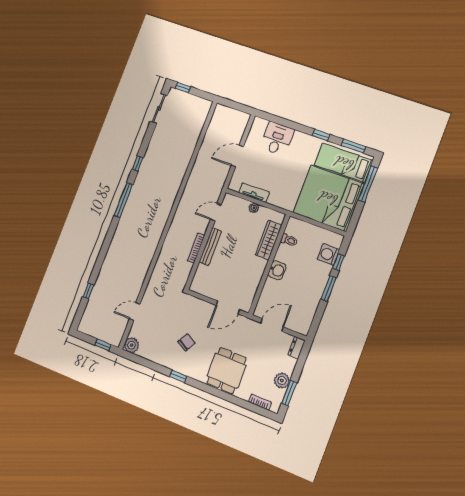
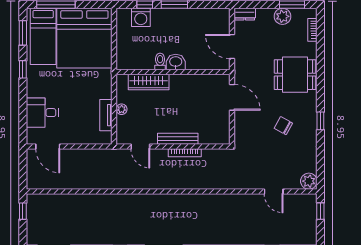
window: (183, 88) -> (23, 211), moved
door: (237, 156) -> (48, 146), moved
toilet: (289, 240) -> (160, 61), moved

